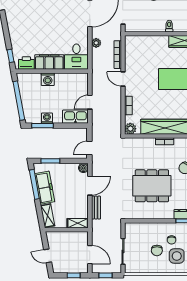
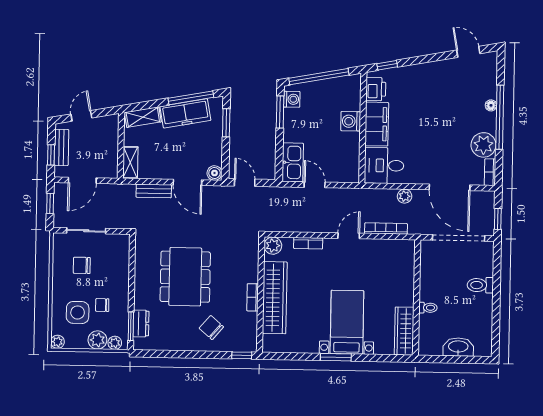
washing machine: (47, 118) -> (292, 99), moved
chair: (157, 250) -> (82, 265), moved
bench: (69, 269) -> (61, 147), added

